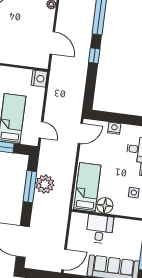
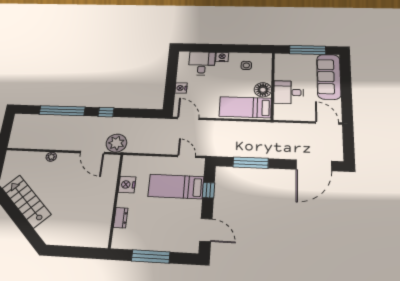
door: (52, 43) -> (92, 153), swing flipped
nightstand: (39, 79) -> (127, 185), moved, turned -90
door: (41, 130) -> (187, 156), hinge flipped
plant: (45, 184) -> (116, 143), moved

